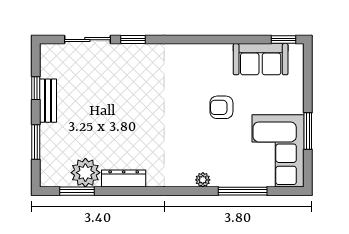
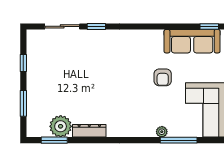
sofa: (261, 59) -> (192, 41), width x1.36
bench: (48, 101) -> (33, 72), removed
armchair: (221, 107) -> (163, 77), turned -90
plant: (203, 180) -> (162, 132), moved

